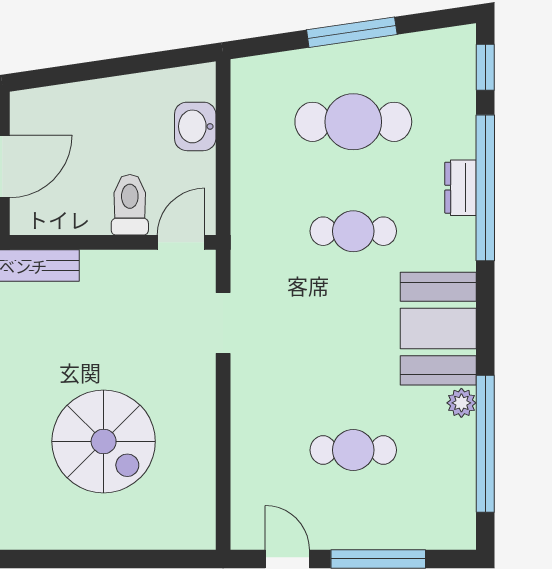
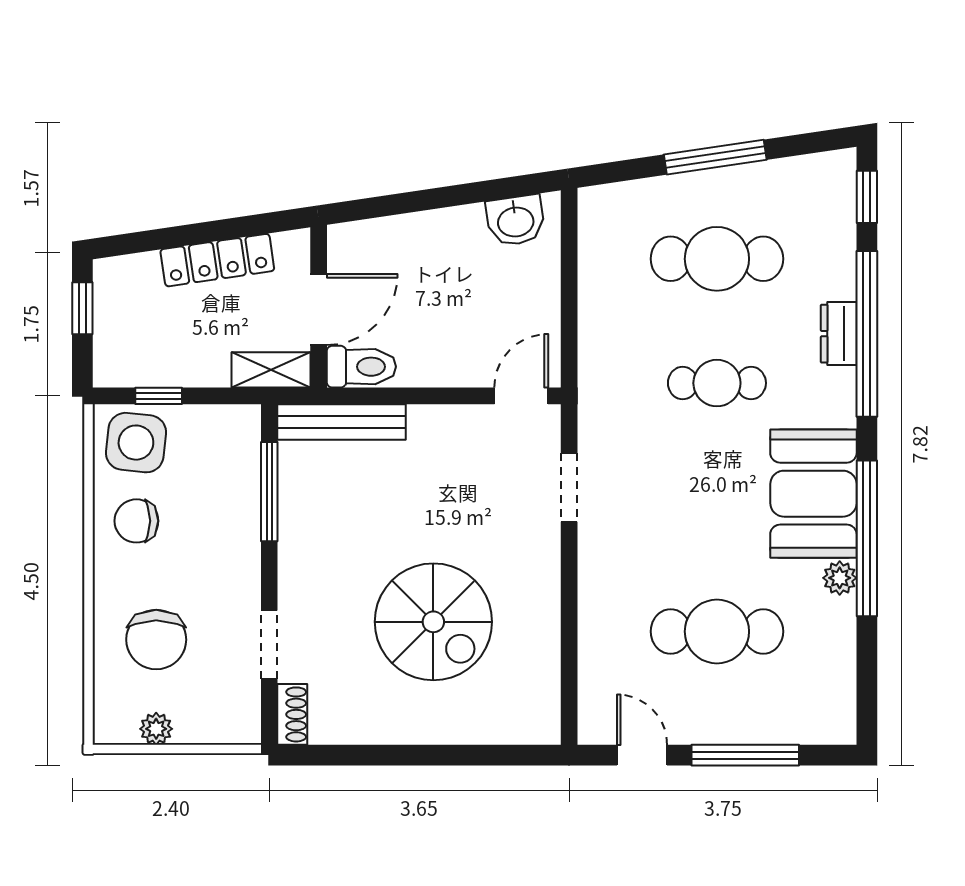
washbasin: (195, 126) -> (516, 221), moved, turned -98
toilet: (130, 205) -> (361, 367), moved, turned 90
window: (485, 444) -> (867, 538), moved
cafe table: (353, 450) -> (717, 631), width x1.37, depth x1.35

